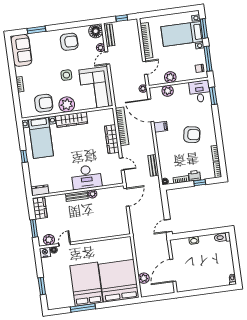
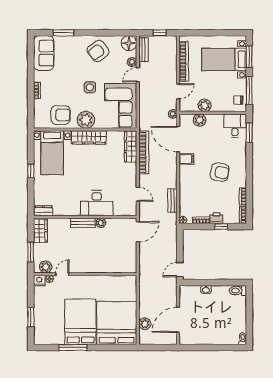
armchair: (69, 42) -> (98, 51), turned 143
wardrobe: (112, 139) -> (131, 146), moved

